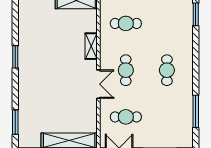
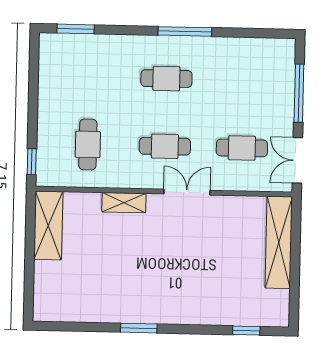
window: (196, 111) -> (185, 31), moved
cafe table: (126, 117) -> (242, 148), turned 90
window: (15, 122) -> (246, 331), width x0.67

